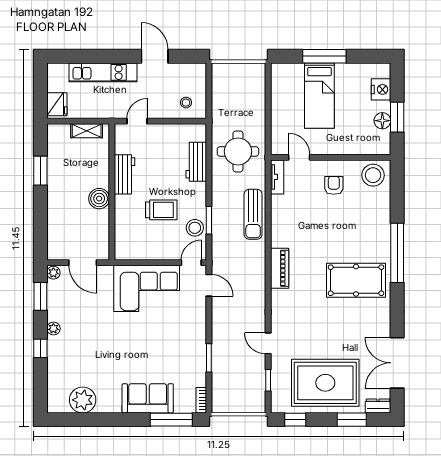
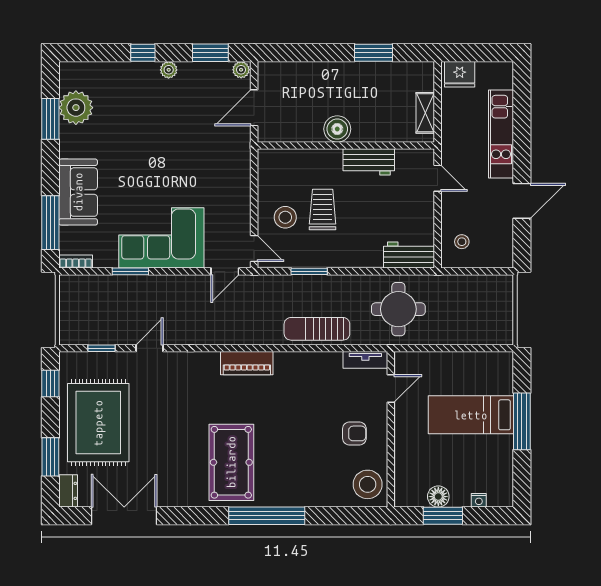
nightstand: (381, 89) -> (479, 500), width x0.53, depth x0.56
workbench: (196, 162) -> (409, 255), moved
trolley: (161, 210) -> (323, 209), turned 180
stool: (195, 228) -> (285, 217), moved
corner sofa: (147, 288) -> (161, 238), moved, turned 90
window: (91, 420) -> (50, 119), added

